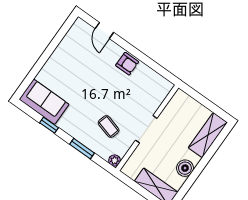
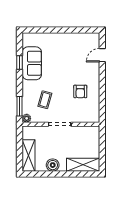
armchair: (127, 64) -> (80, 91), moved
sofa: (44, 102) -> (32, 63), moved
window: (82, 149) -> (20, 106), moved

